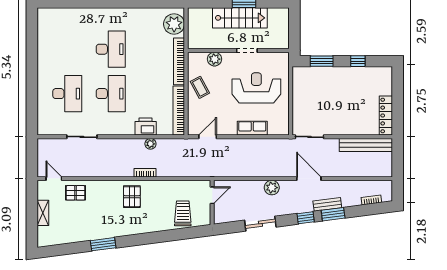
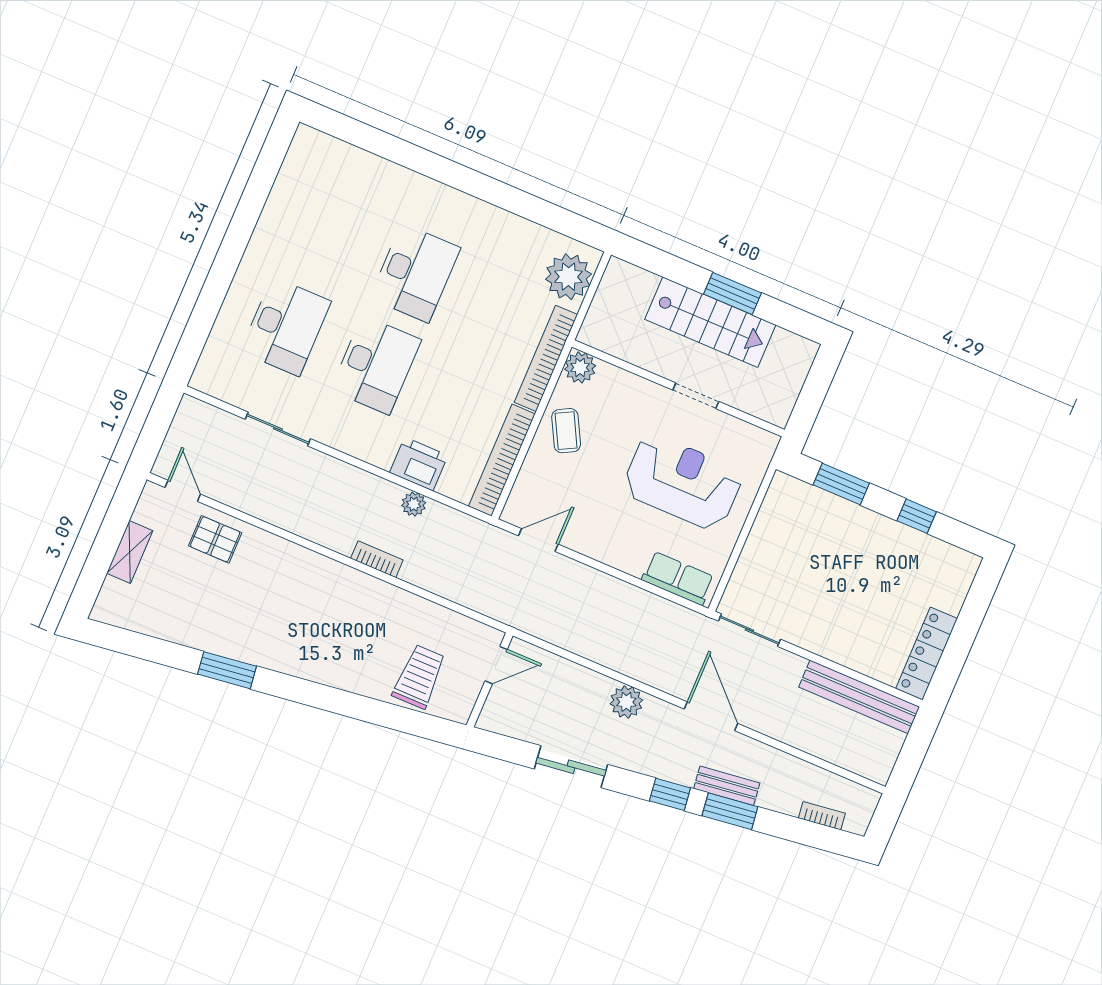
plant: (215, 59) -> (580, 367), moved
row of seats: (252, 128) -> (678, 578), moved
pallet: (132, 197) -> (329, 597), removed

